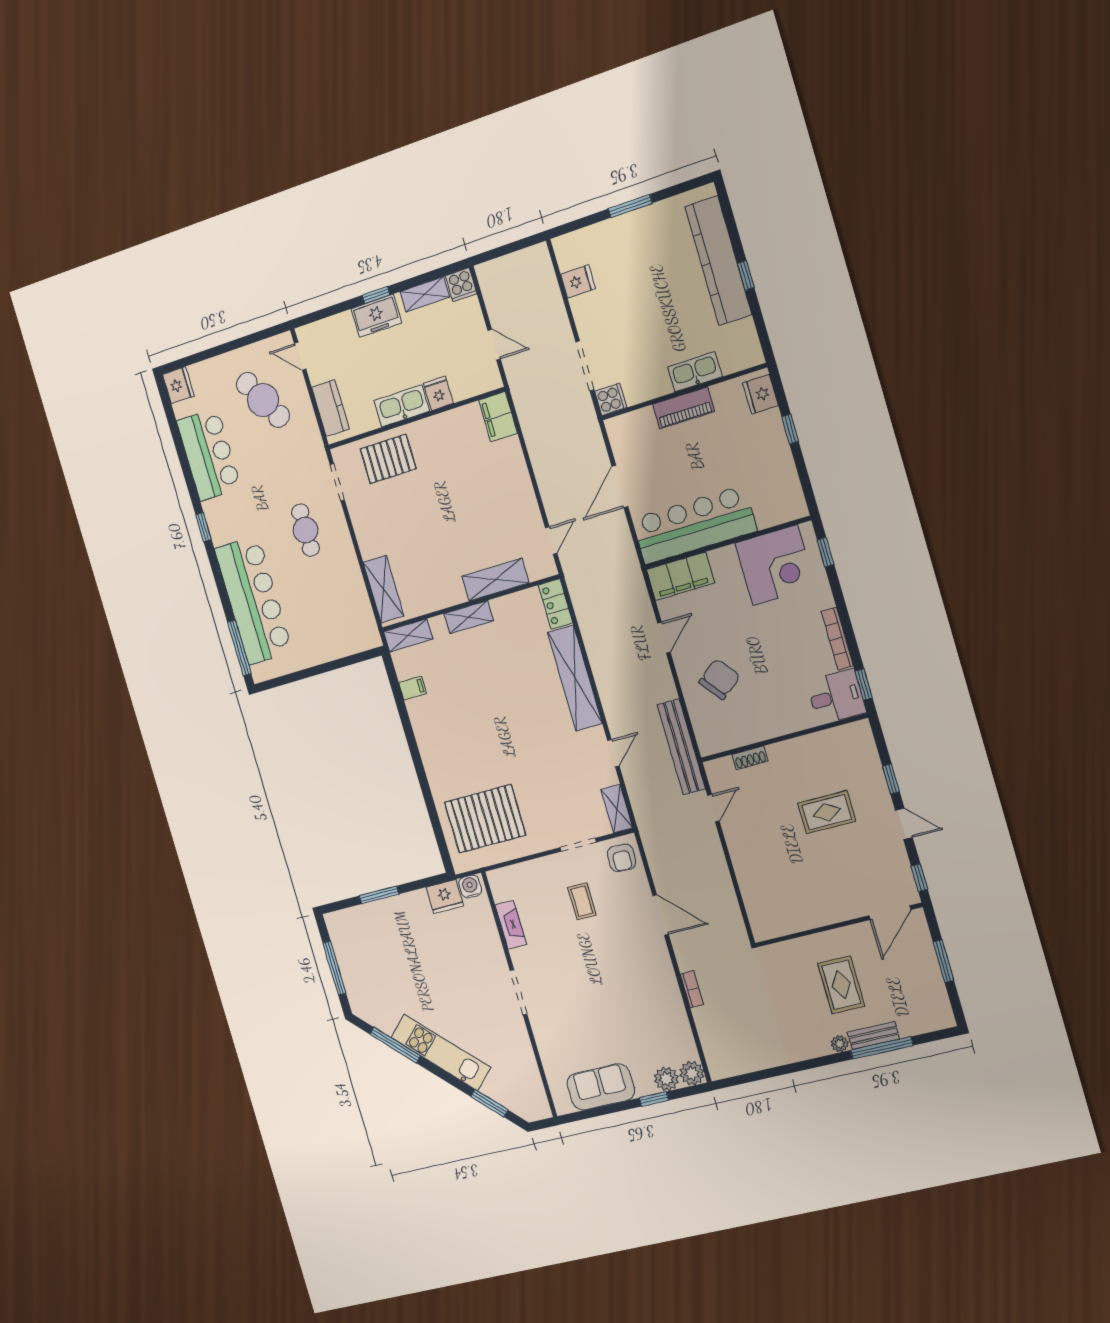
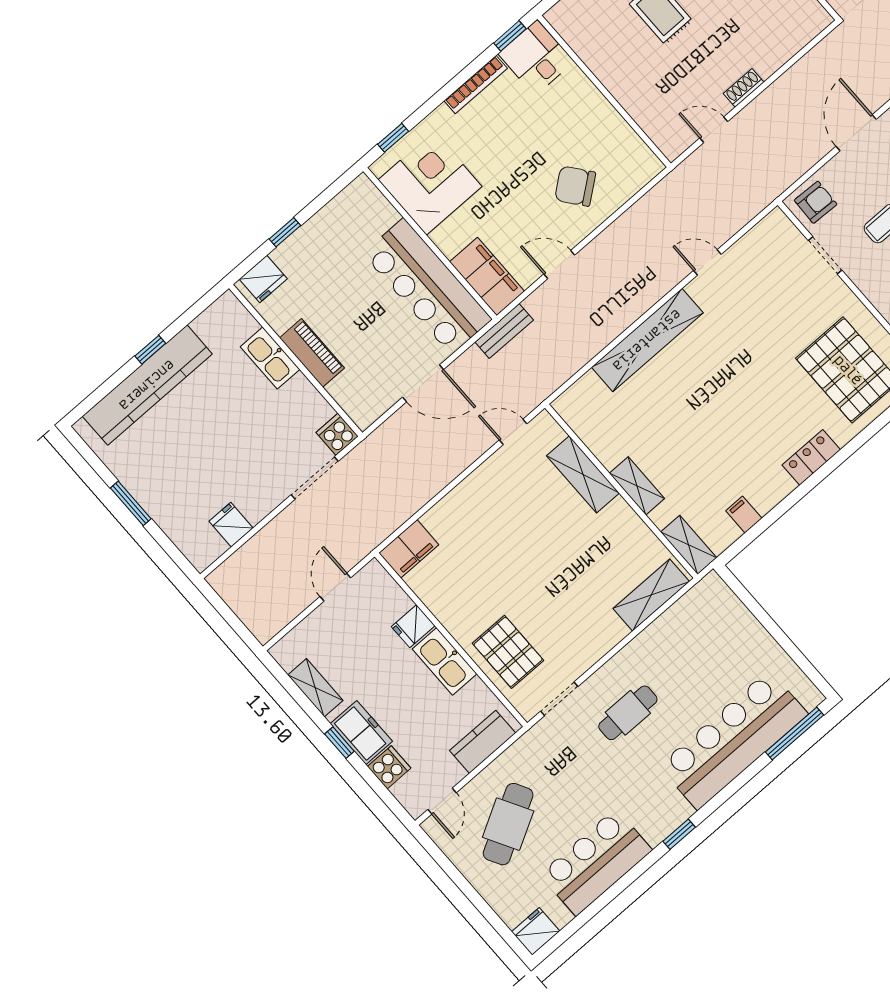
cooker: (461, 285) -> (389, 767), moved
locker: (556, 604) -> (811, 457), moved, turned 180
bench: (681, 747) -> (504, 331), moved, width x0.54, depth x0.82
shoe rack: (750, 758) -> (744, 88), moved, turned -90
shelving: (617, 809) -> (765, 231), removed

